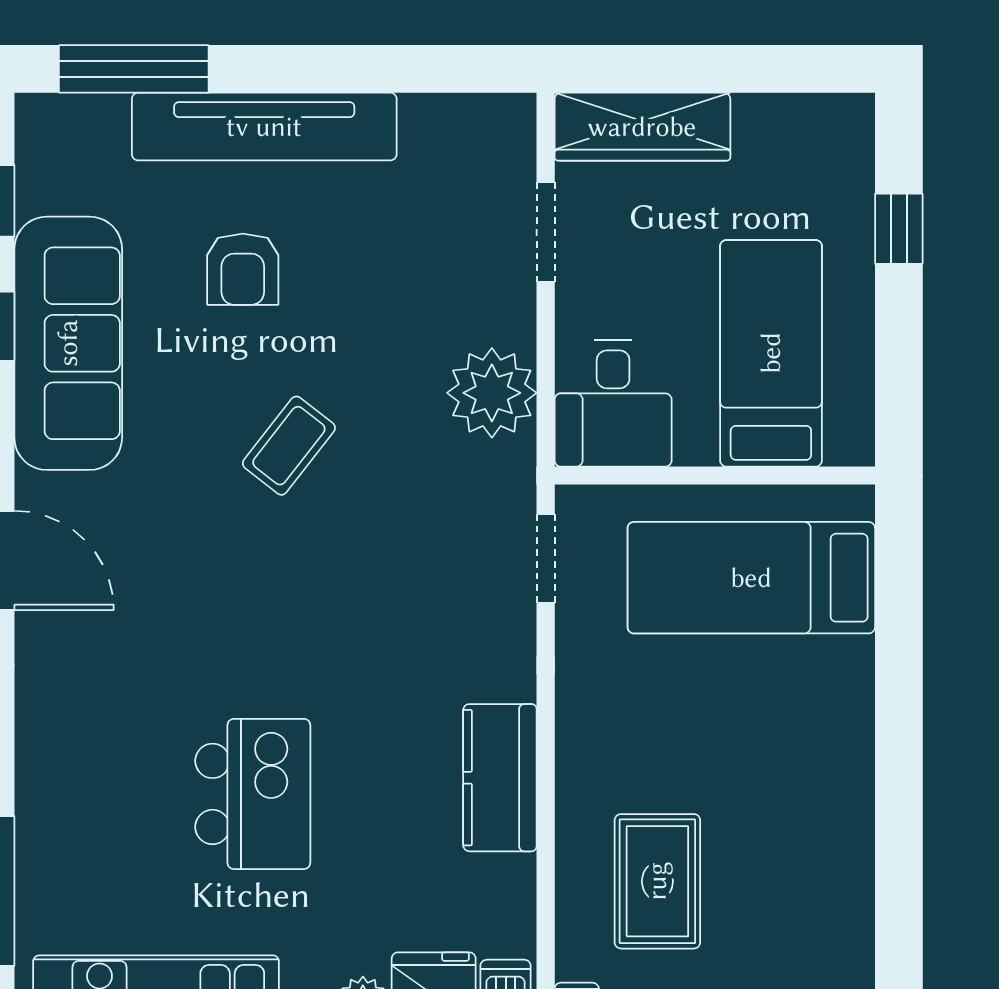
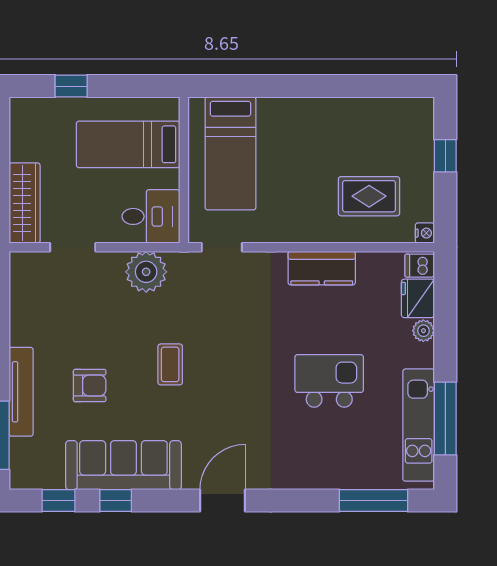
tv unit: (264, 127) -> (21, 392), width x0.73, depth x0.78
coffee table: (289, 446) -> (170, 364), turned 52

